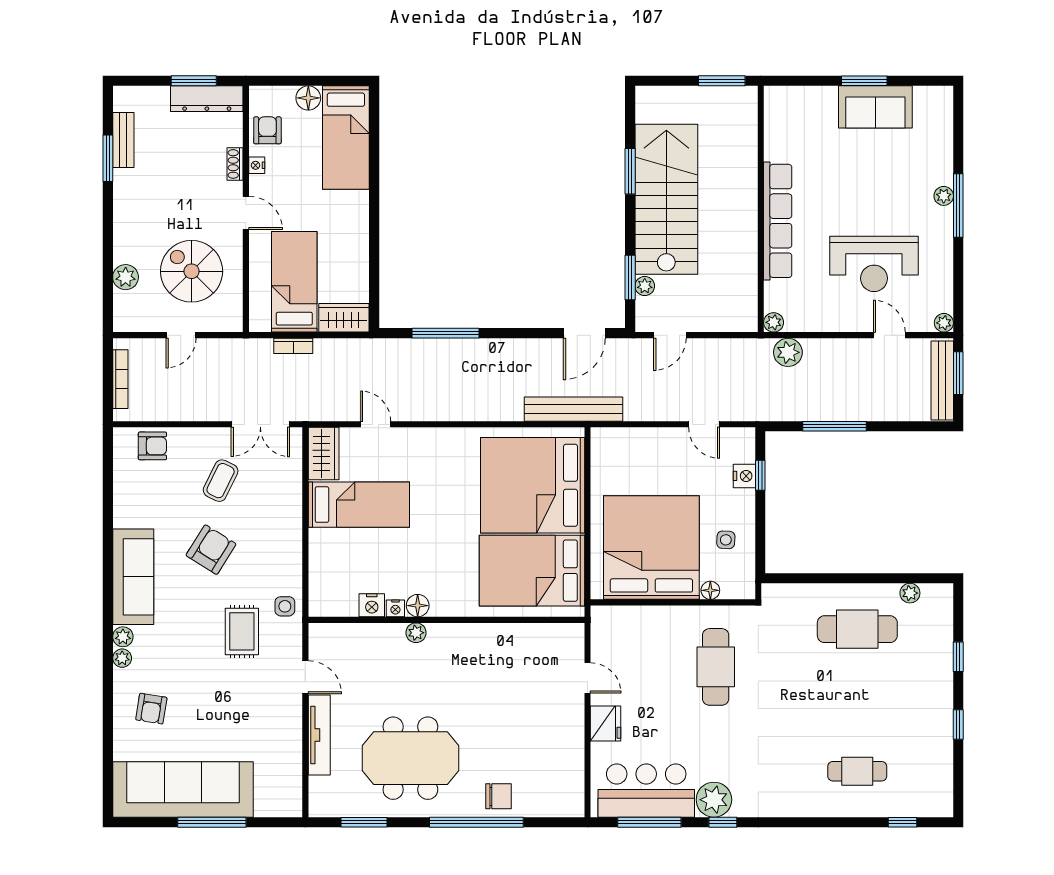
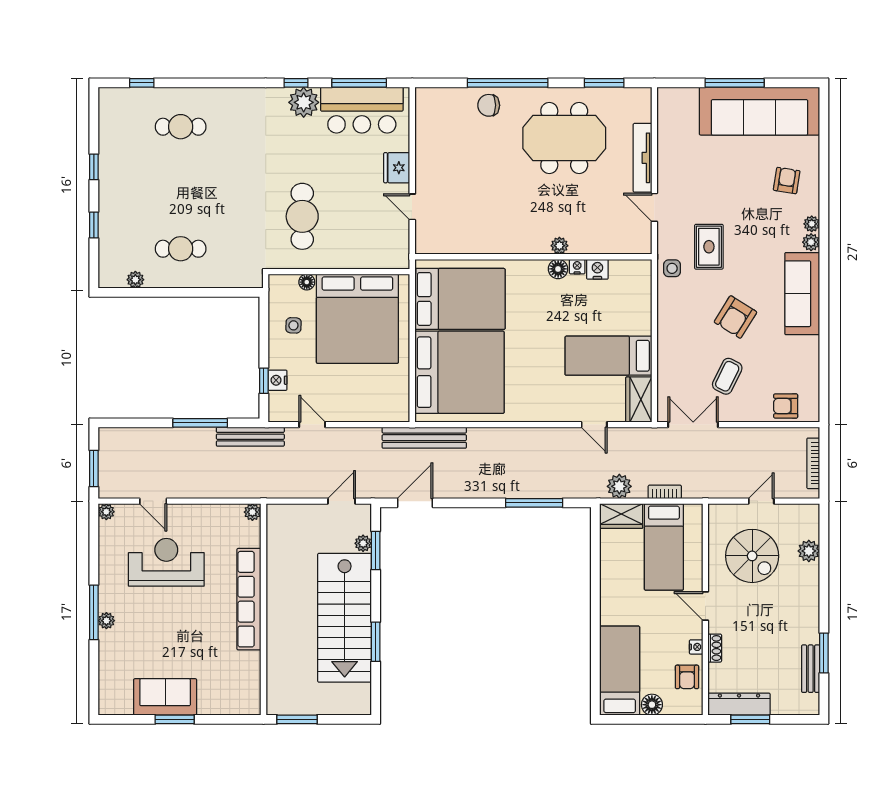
plant: (788, 352) -> (619, 486), moved
bench: (942, 380) -> (250, 437), moved, turned 90
cafe table: (857, 629) -> (181, 249), width x0.73, depth x0.74

